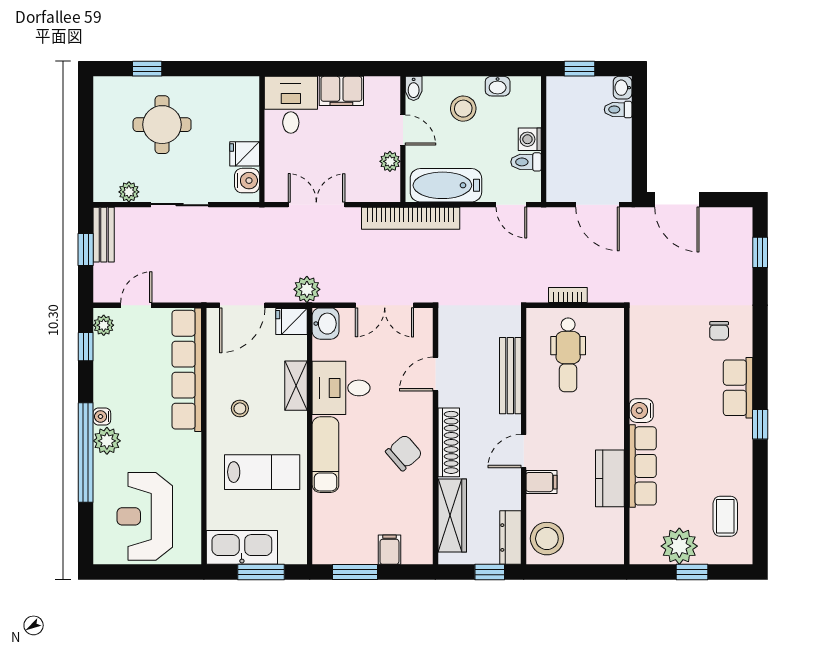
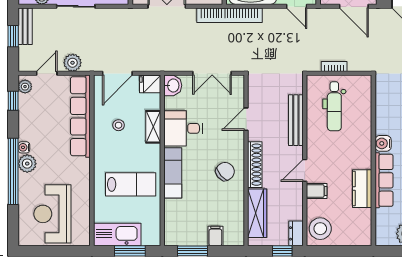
plant: (307, 289) -> (73, 63), moved
stool: (240, 408) -> (119, 125), moved
dresser: (511, 538) -> (296, 233), width x0.70

